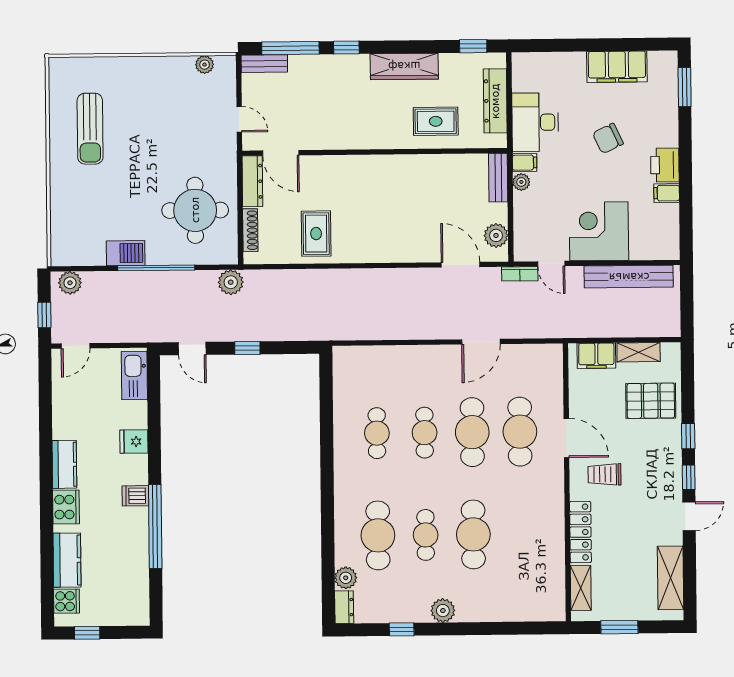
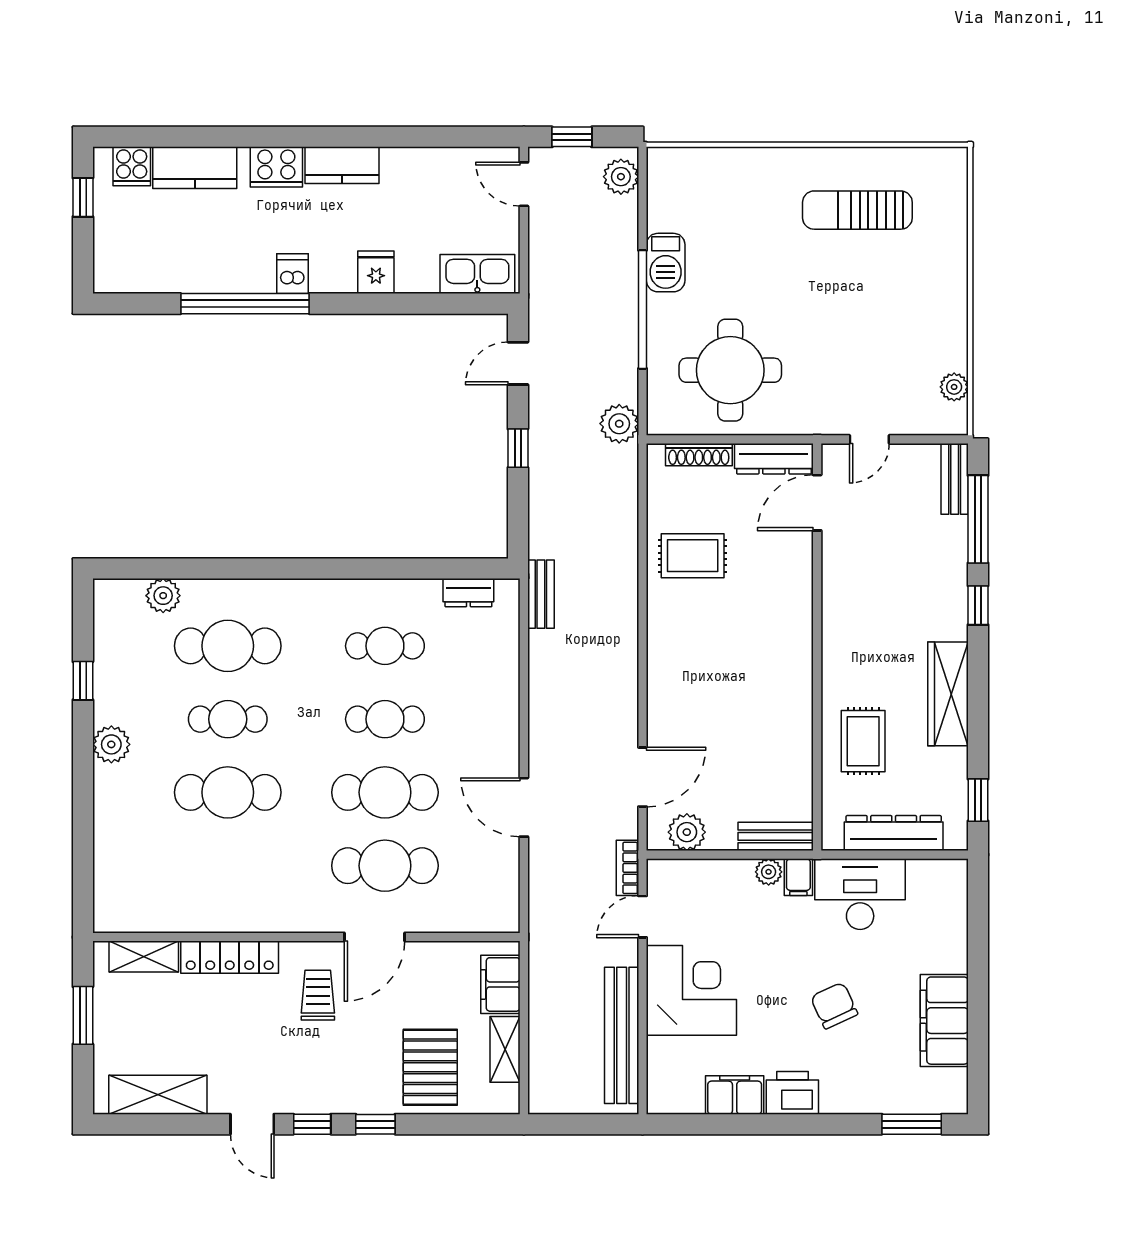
filing cabinet: (667, 193) -> (735, 1095), width x2.00
bench: (342, 332) -> (541, 594), added
dresser: (344, 607) -> (468, 593), moved

